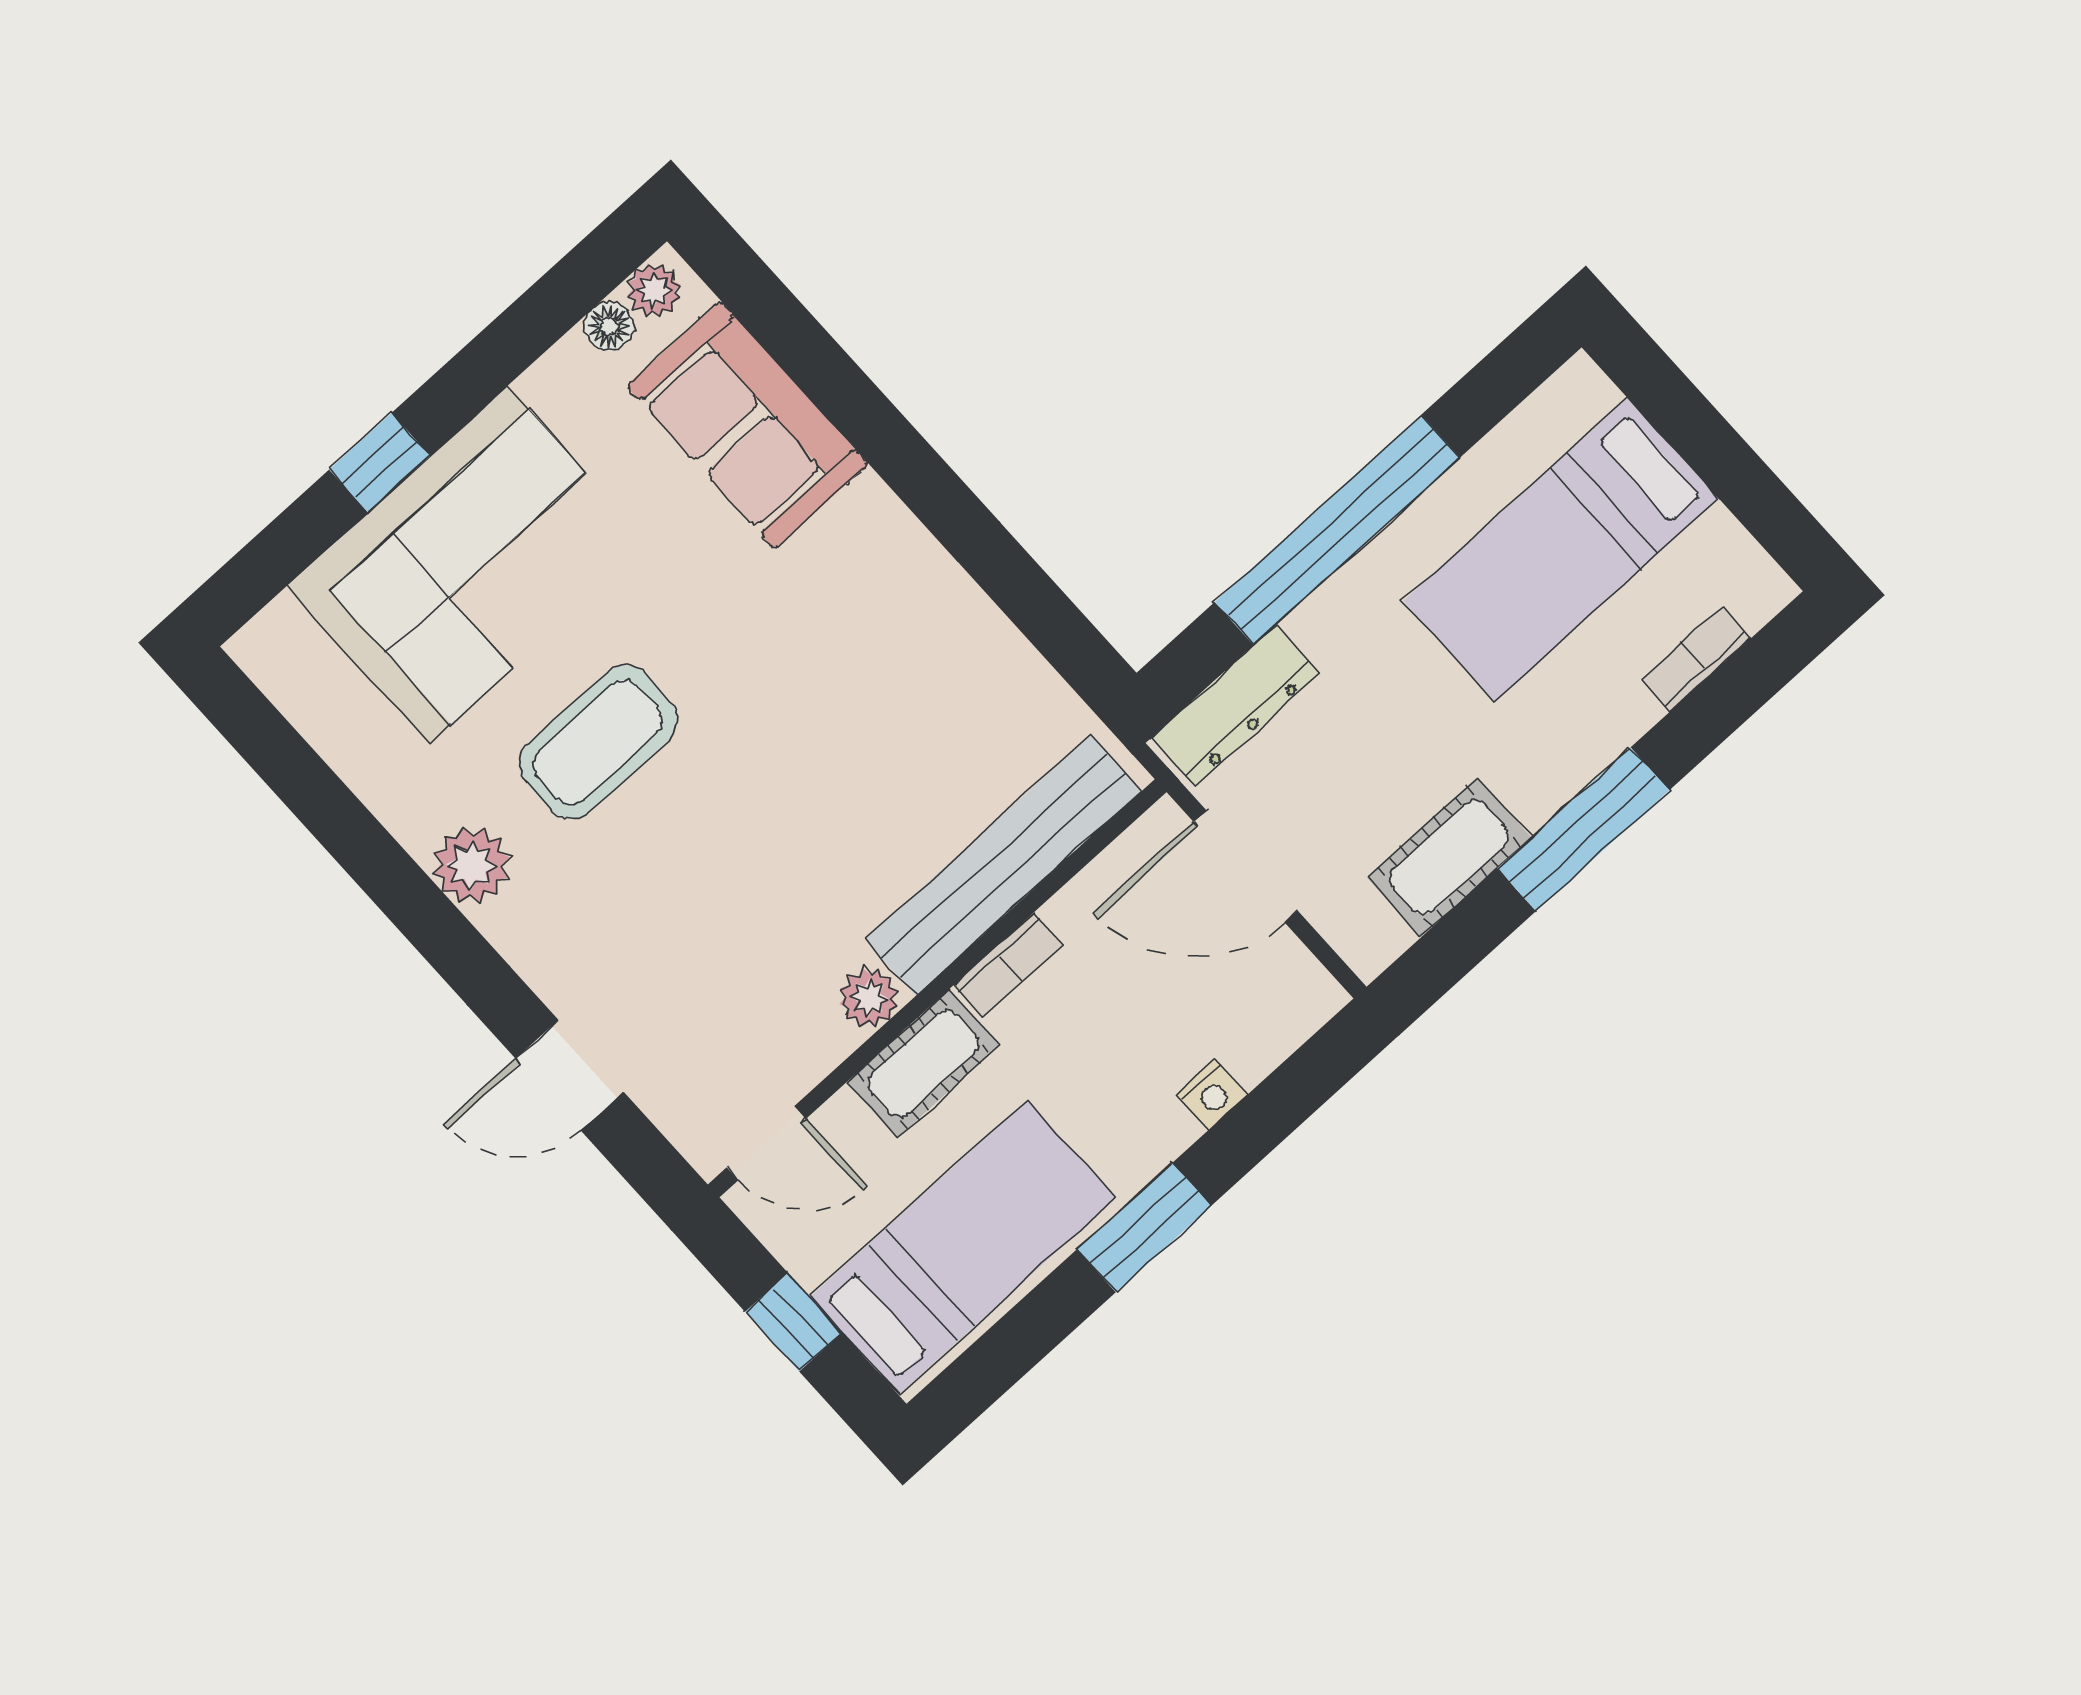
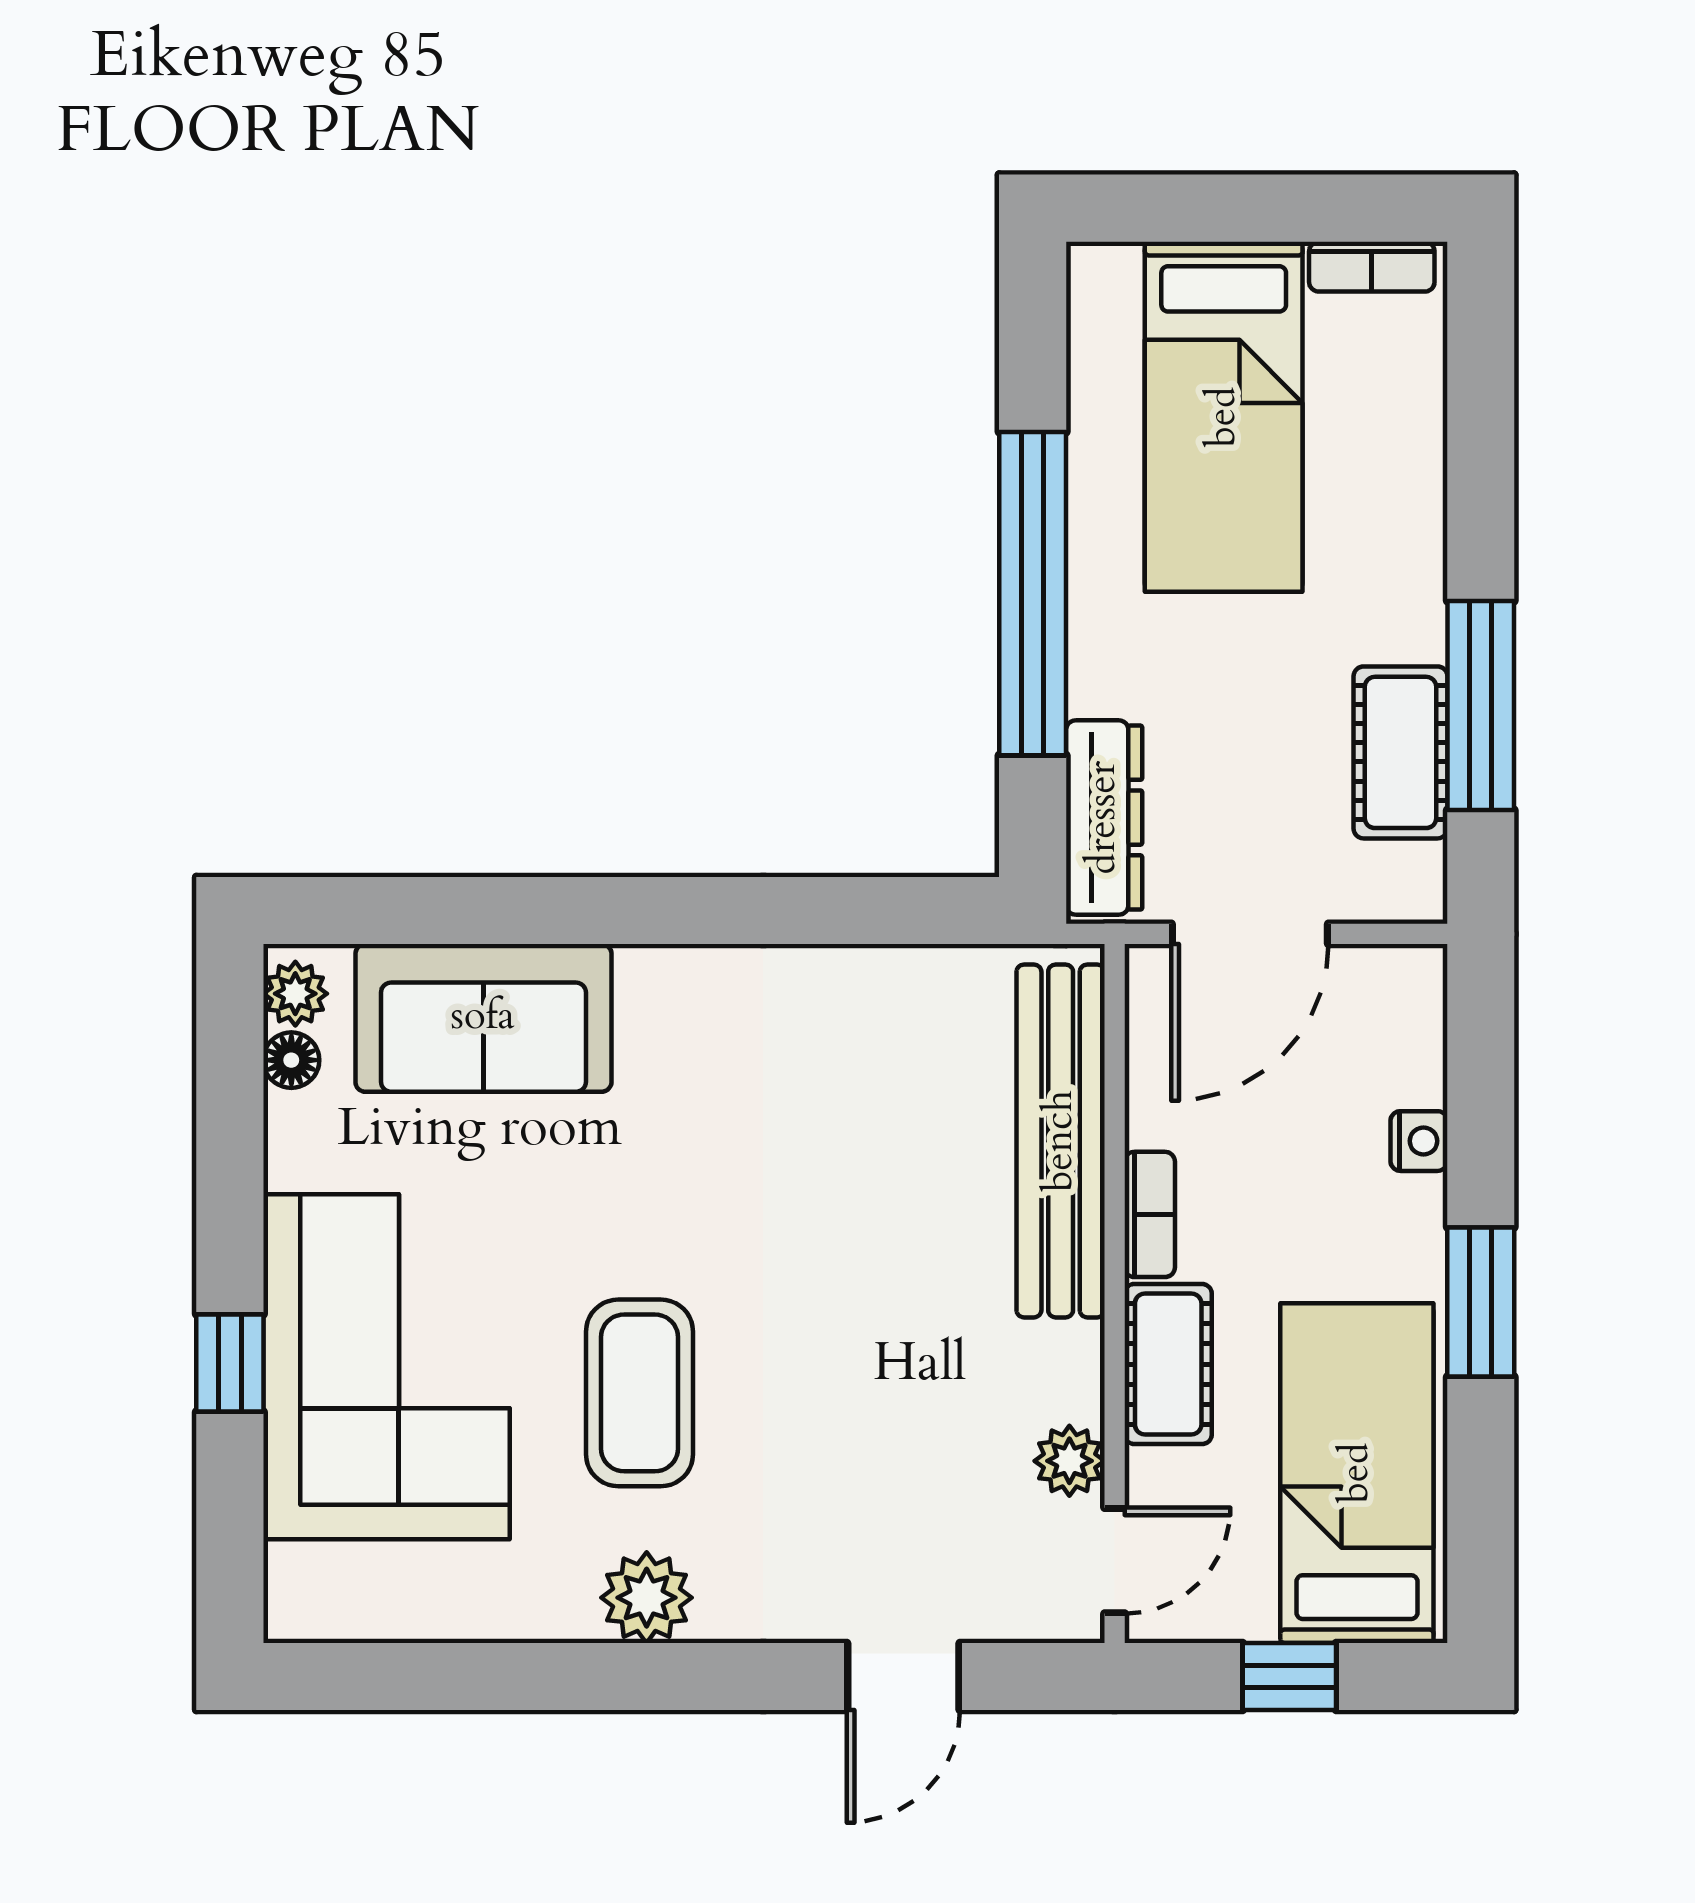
bookcase: (1696, 659) -> (1372, 267), moved, turned -90
window: (1583, 829) -> (1481, 705), moved
plant: (869, 998) -> (1069, 1461), moved

